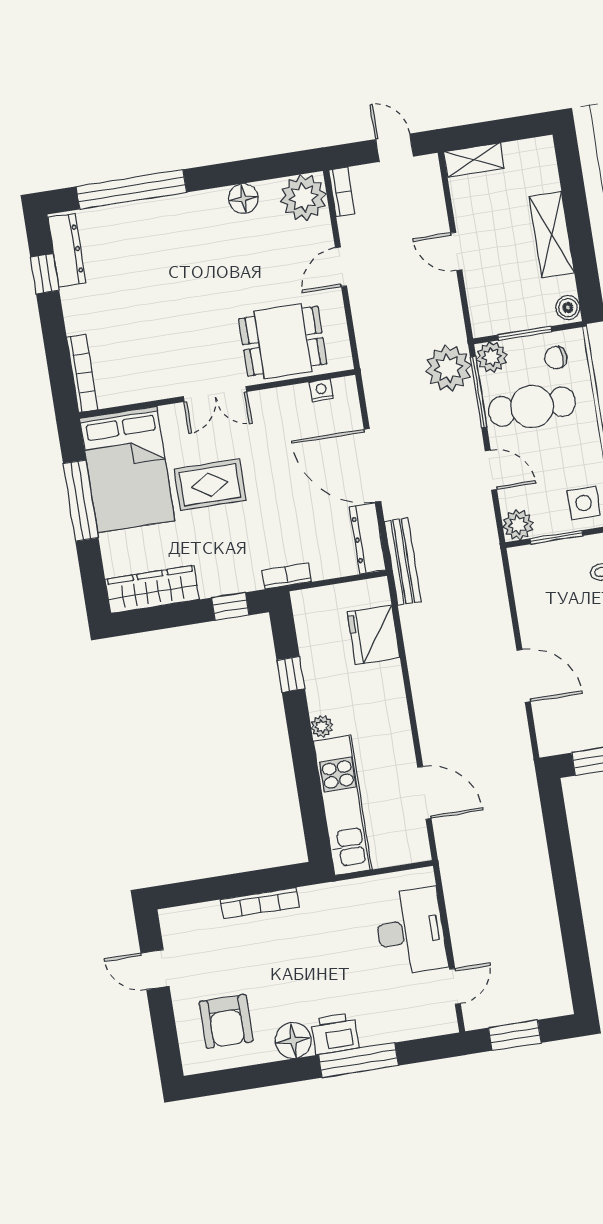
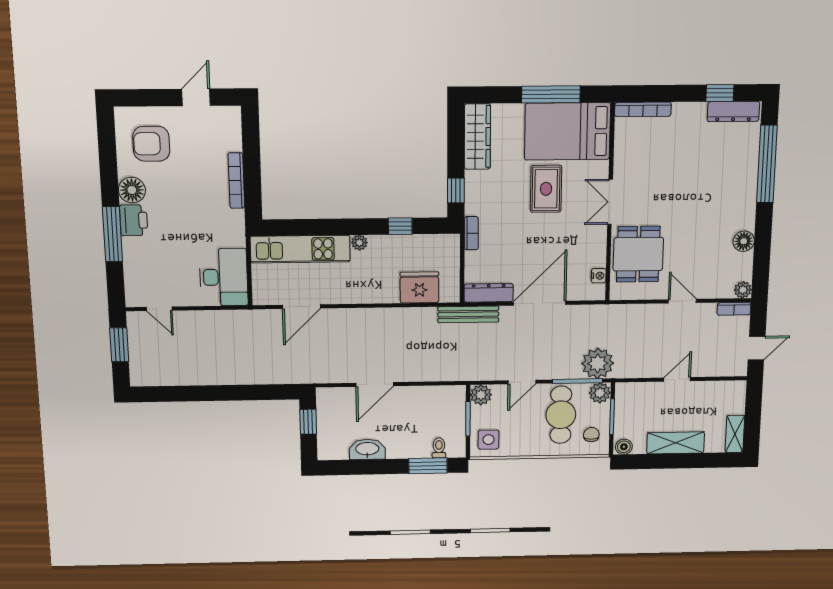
shelving: (474, 160) -> (735, 434), moved
plant: (304, 198) -> (743, 290), width x0.53, depth x0.53
desk: (411, 931) -> (224, 277), moved, turned -90

